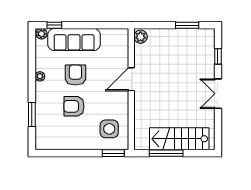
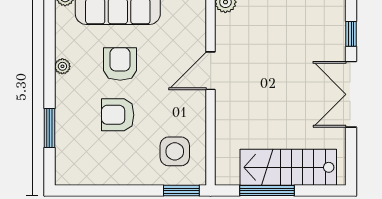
double door: (218, 94) -> (351, 94), width x1.37

